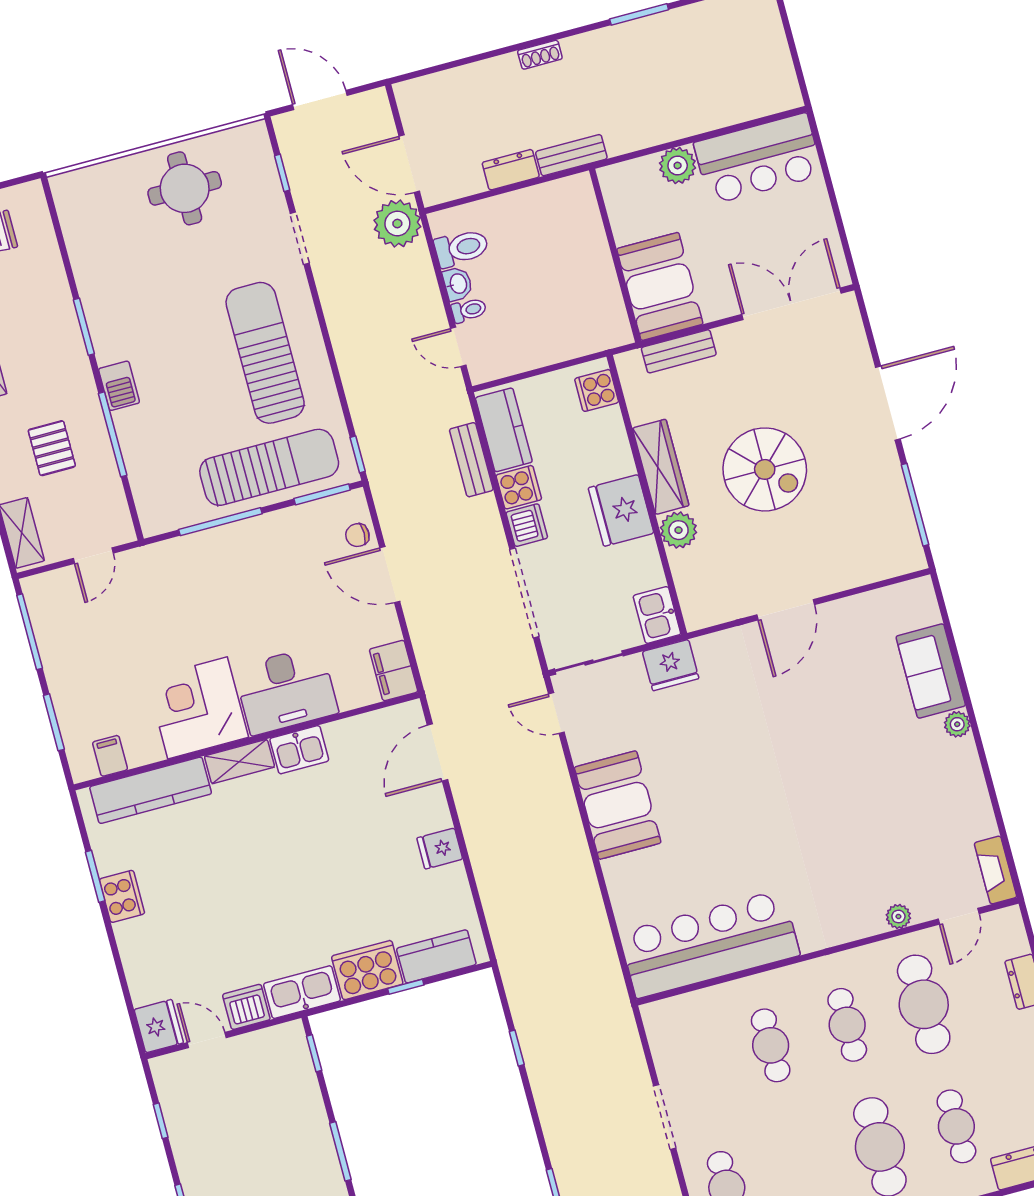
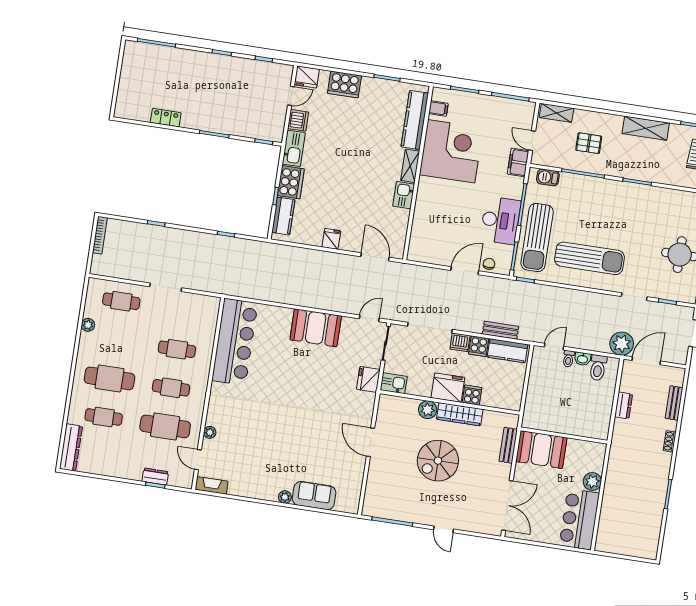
bench: (571, 155) -> (674, 403), moved
barbecue: (119, 386) -> (548, 177), moved
cooker: (597, 390) -> (472, 395), moved
door: (888, 403) -> (444, 529), width x0.53
filing cabinet: (394, 671) -> (518, 162), moved, turned -90
desk: (286, 690) -> (500, 220), moved, turned 180
corner desk: (197, 708) -> (451, 151), width x1.36, depth x1.36
cooker: (122, 896) -> (344, 85), moved, width x1.37, depth x1.31

